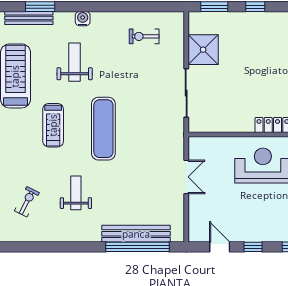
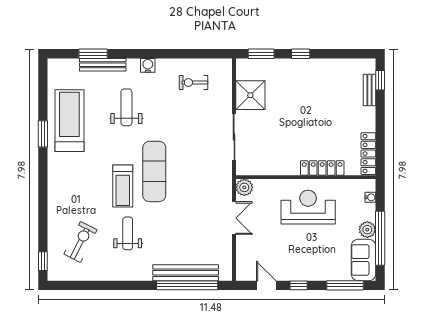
bench: (29, 18) -> (103, 65), moved
water cooler: (83, 19) -> (148, 65), moved
treadmill: (53, 125) -> (123, 186), moved
plant: (197, 145) -> (244, 187), added
exercise bike: (27, 202) -> (80, 242), width x1.38, depth x1.39

